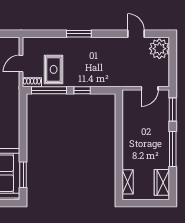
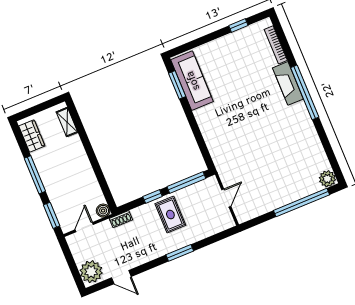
rug: (54, 69) -> (170, 215), moved
shoe rack: (32, 82) -> (121, 219), moved
boiler: (128, 96) -> (103, 211), added

